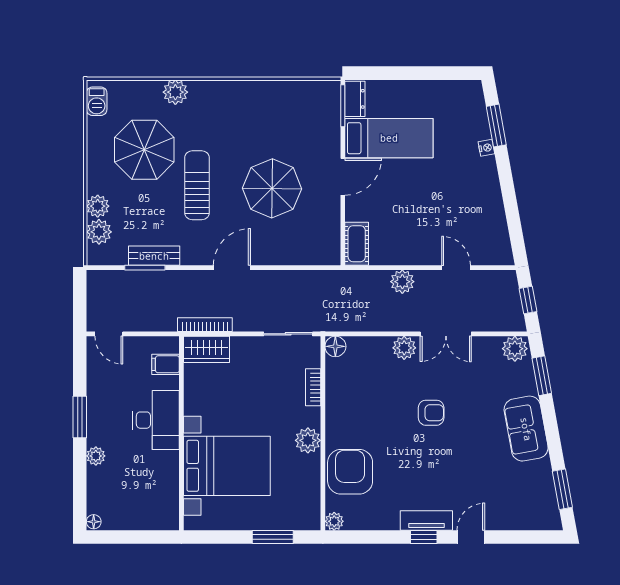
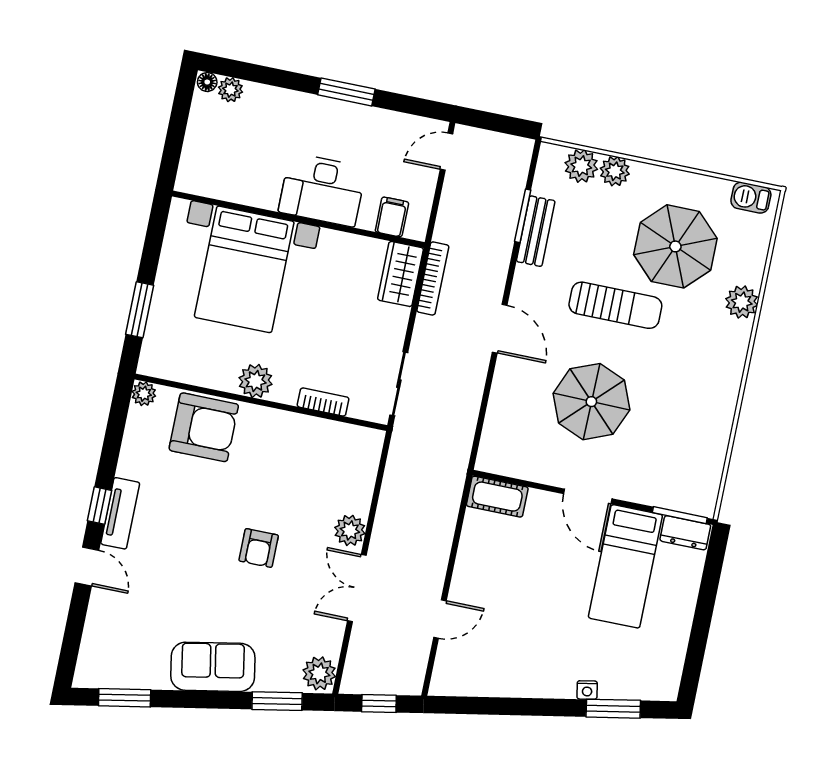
plant: (402, 282) -> (436, 545), removed
floor lamp: (335, 346) -> (370, 442), removed
plant: (96, 456) -> (230, 90), moved

